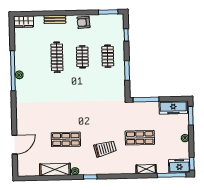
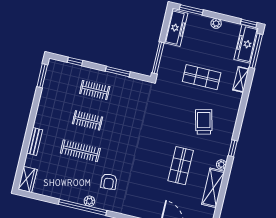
armchair: (83, 22) -> (109, 182), moved
shop shelf: (140, 138) -> (202, 77), turned 90
freezer: (179, 166) -> (246, 44), width x1.40

